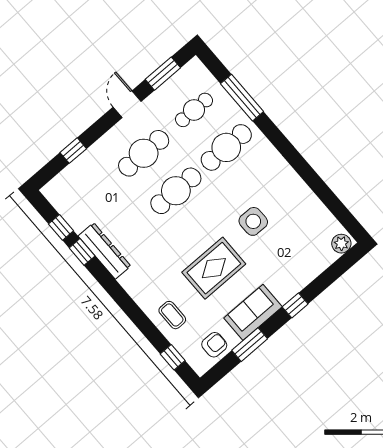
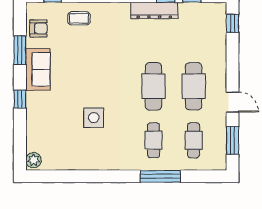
window: (242, 98) -> (160, 176), moved
cafe table: (226, 147) -> (153, 140), width x0.73, depth x0.74
window: (73, 151) -> (232, 23), moved
rug: (214, 268) -> (86, 69), removed
armchair: (214, 345) -> (38, 28), turned -90

